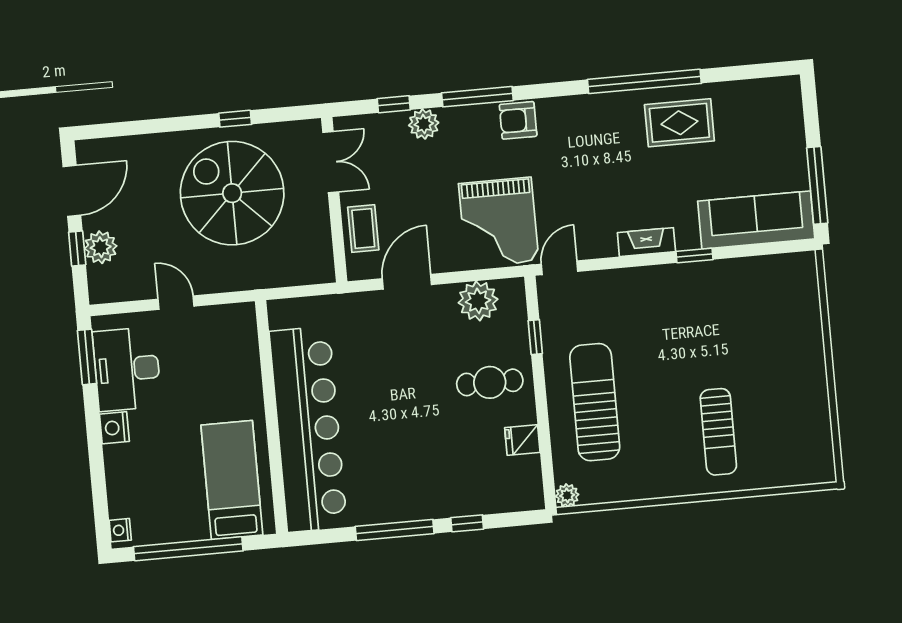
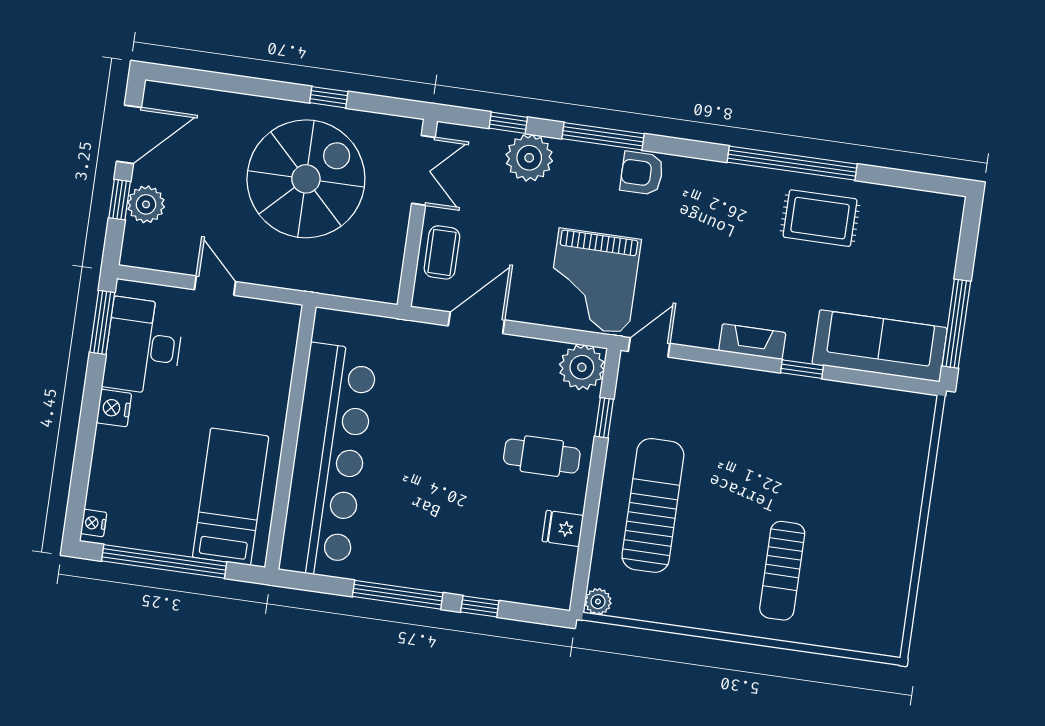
plant: (424, 124) -> (529, 158), width x1.36, depth x1.36
spiral stairs: (232, 193) -> (306, 179), turned 90
plant: (478, 301) -> (582, 367), moved

